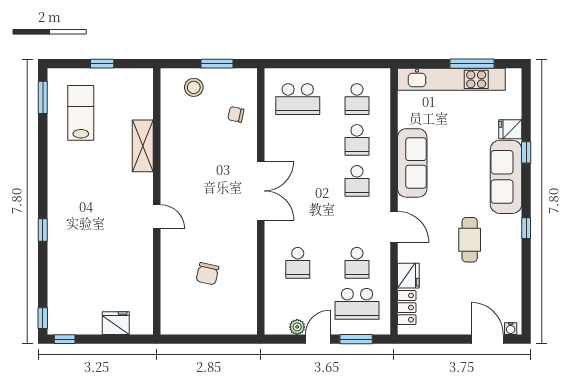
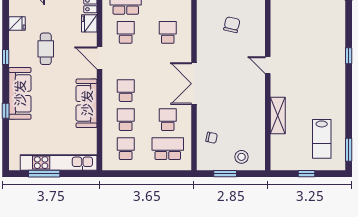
fridge: (510, 129) -> (17, 24), moved
school desk: (298, 140) -> (168, 120), added

